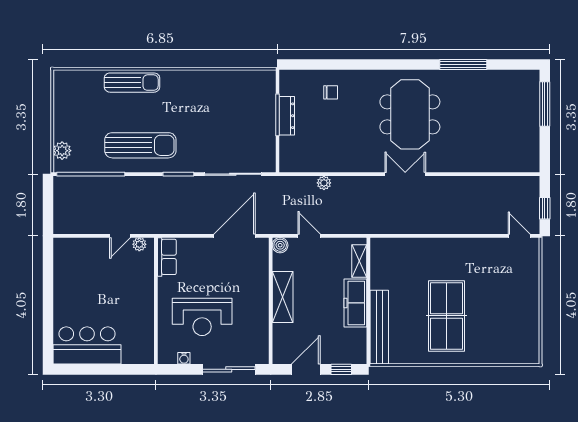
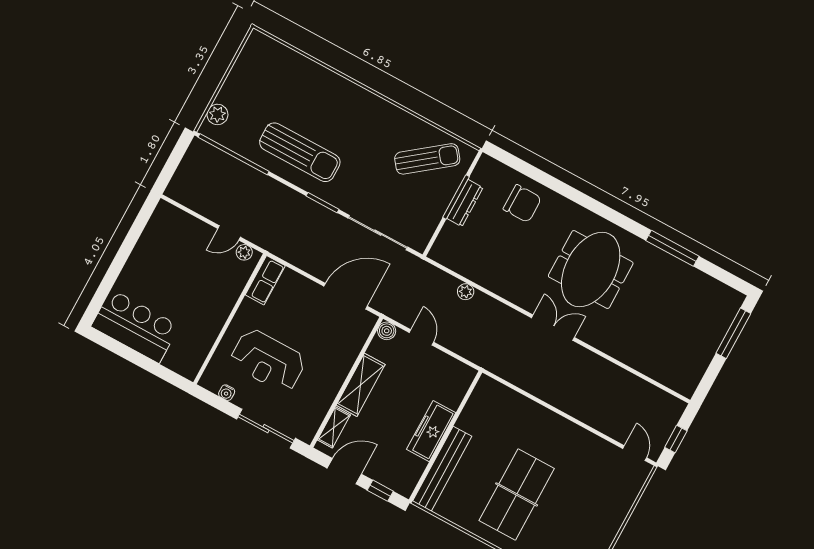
sun lounger: (132, 83) -> (427, 159), moved, turned -38
chair: (331, 92) -> (522, 204), width x1.87, depth x1.87
shelving: (359, 261) -> (334, 427), moved

